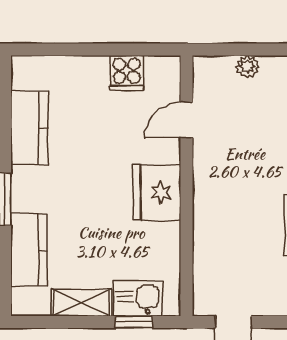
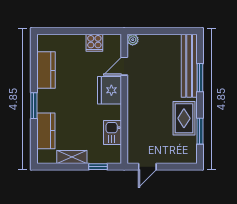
plant: (247, 67) -> (133, 40), moved
fridge: (157, 192) -> (110, 90), moved
kitchen sink: (138, 298) -> (113, 133), moved, turned -90

